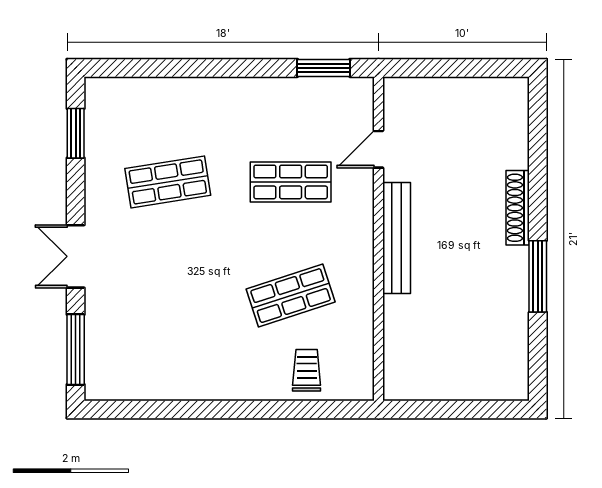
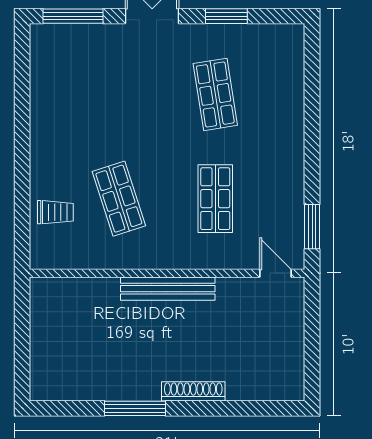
window: (76, 133) -> (226, 16), moved
door: (378, 149) -> (275, 273), moved

